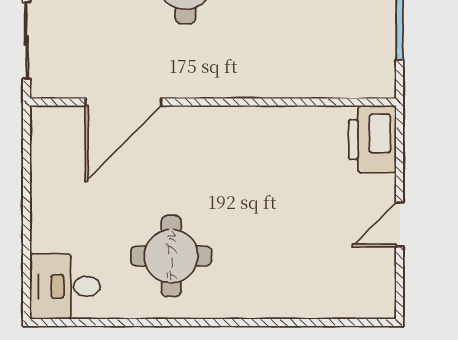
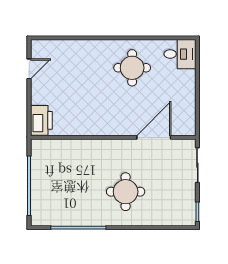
door: (400, 225) -> (29, 69), moved

